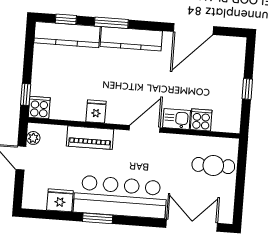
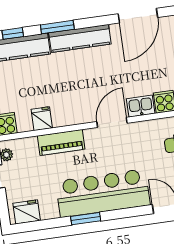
fridge: (96, 111) -> (42, 119), moved
fridge: (60, 200) -> (27, 212), moved

